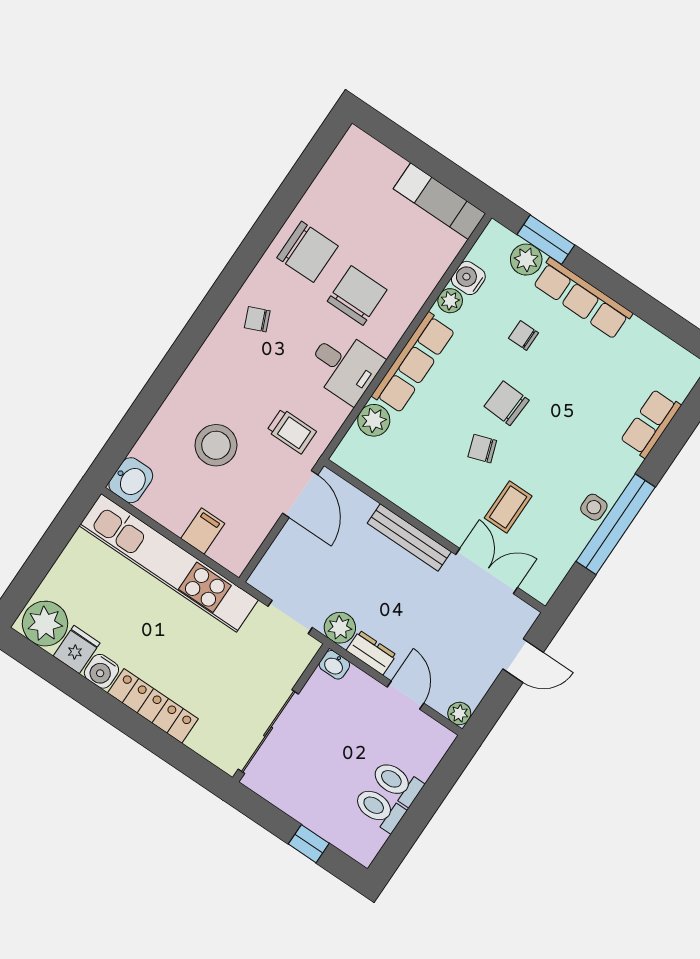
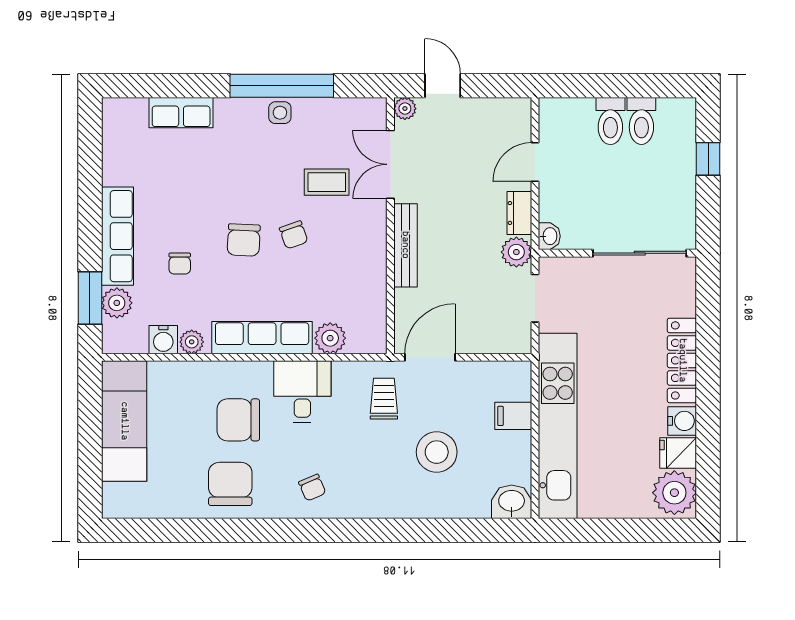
exam couch: (439, 201) -> (124, 421), width x1.36, depth x1.45
plant: (459, 714) -> (405, 109), moved

